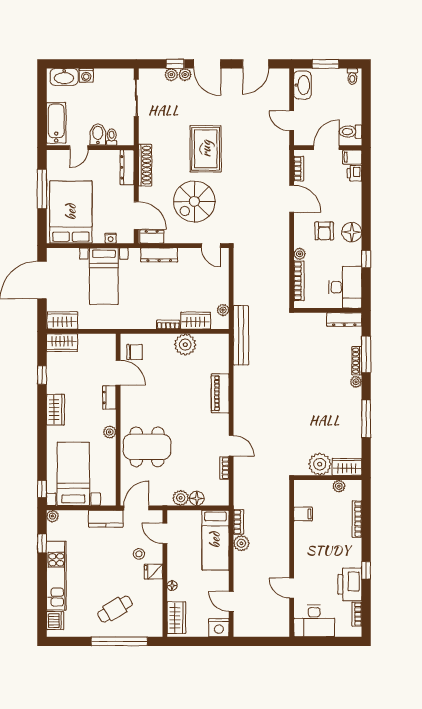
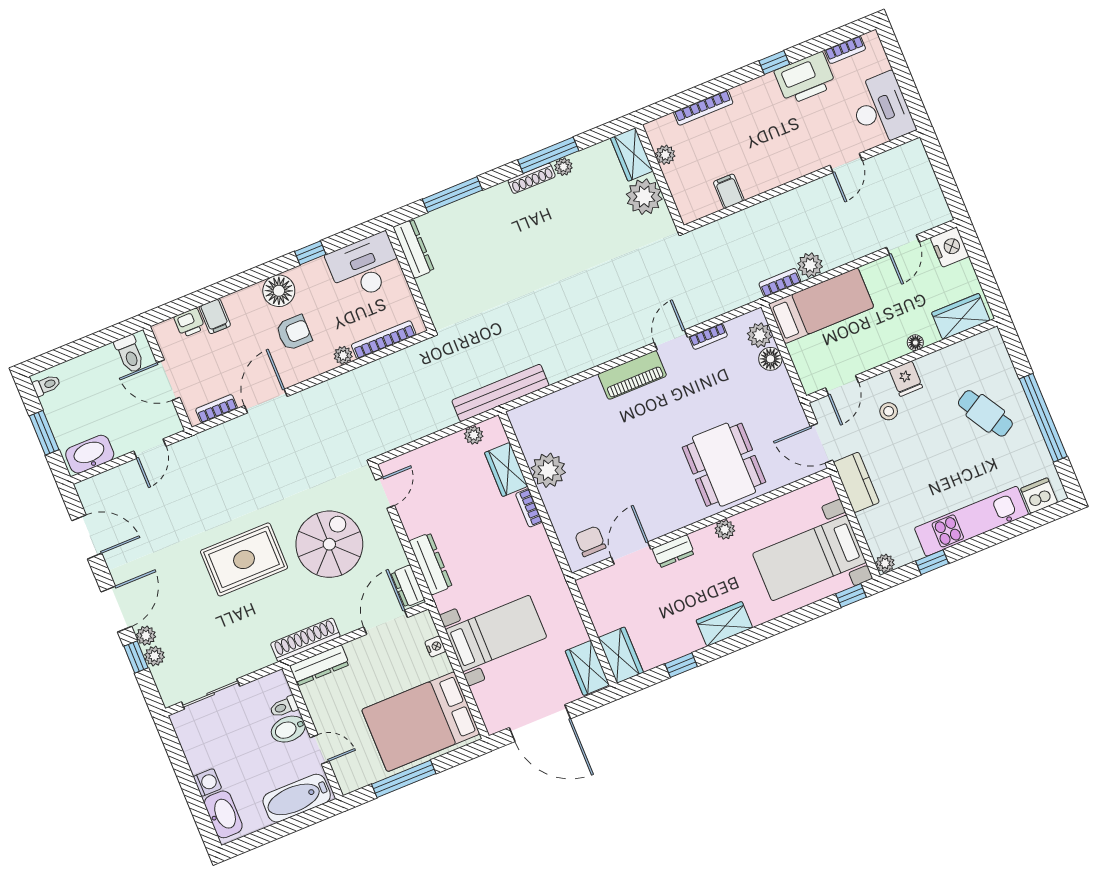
filing cabinet: (352, 157) -> (215, 316), moved
spiral stairs: (194, 201) -> (329, 544), turned -90
shoe rack: (357, 361) -> (532, 178), moved
plant: (356, 382) -> (563, 167), moved
piano: (220, 393) -> (632, 375), moved
plant: (181, 498) -> (760, 335), moved
window: (119, 641) -> (1043, 418), moved

